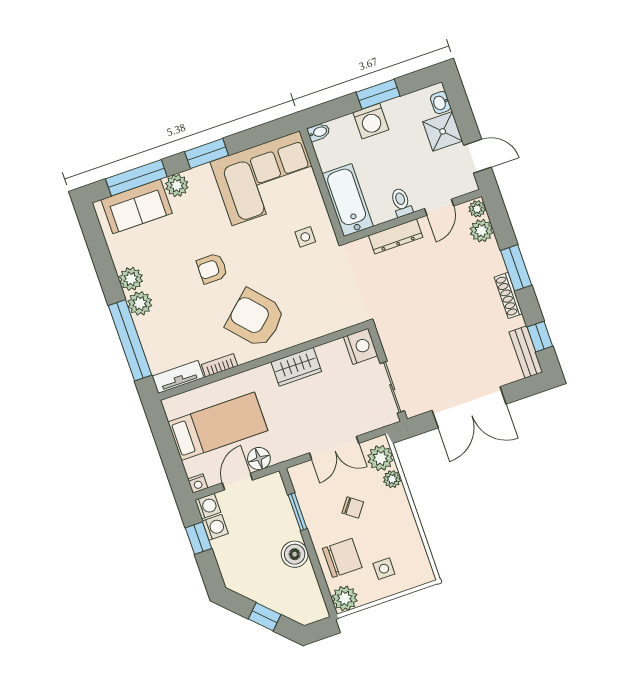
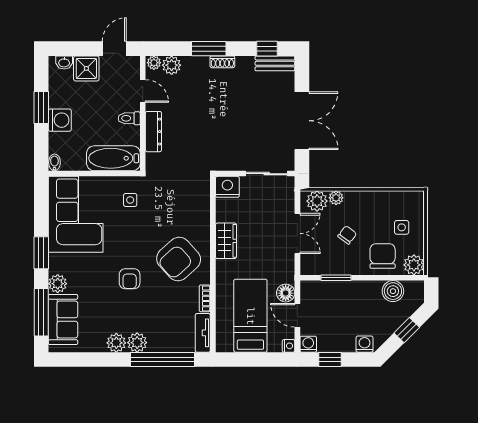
shoe rack: (508, 295) -> (222, 62), width x0.70
washing machine: (215, 527) -> (365, 344), moved
boiler: (295, 554) -> (393, 291), moved

